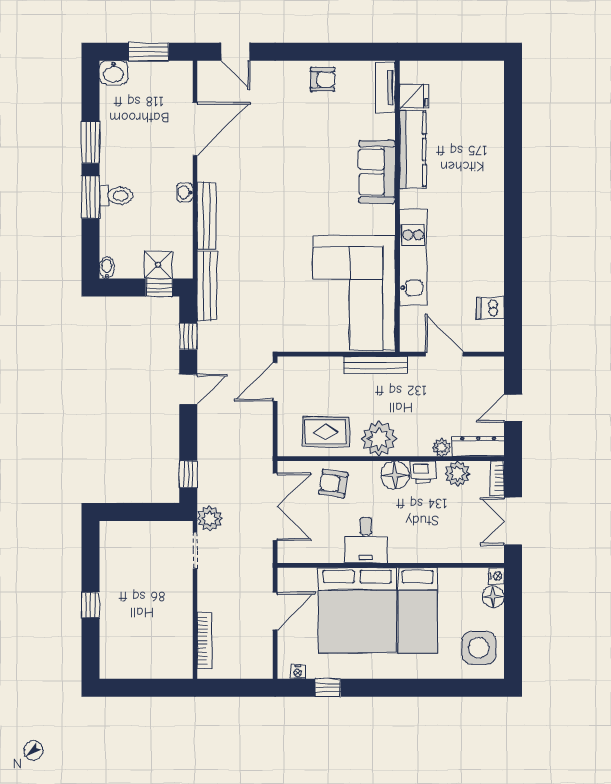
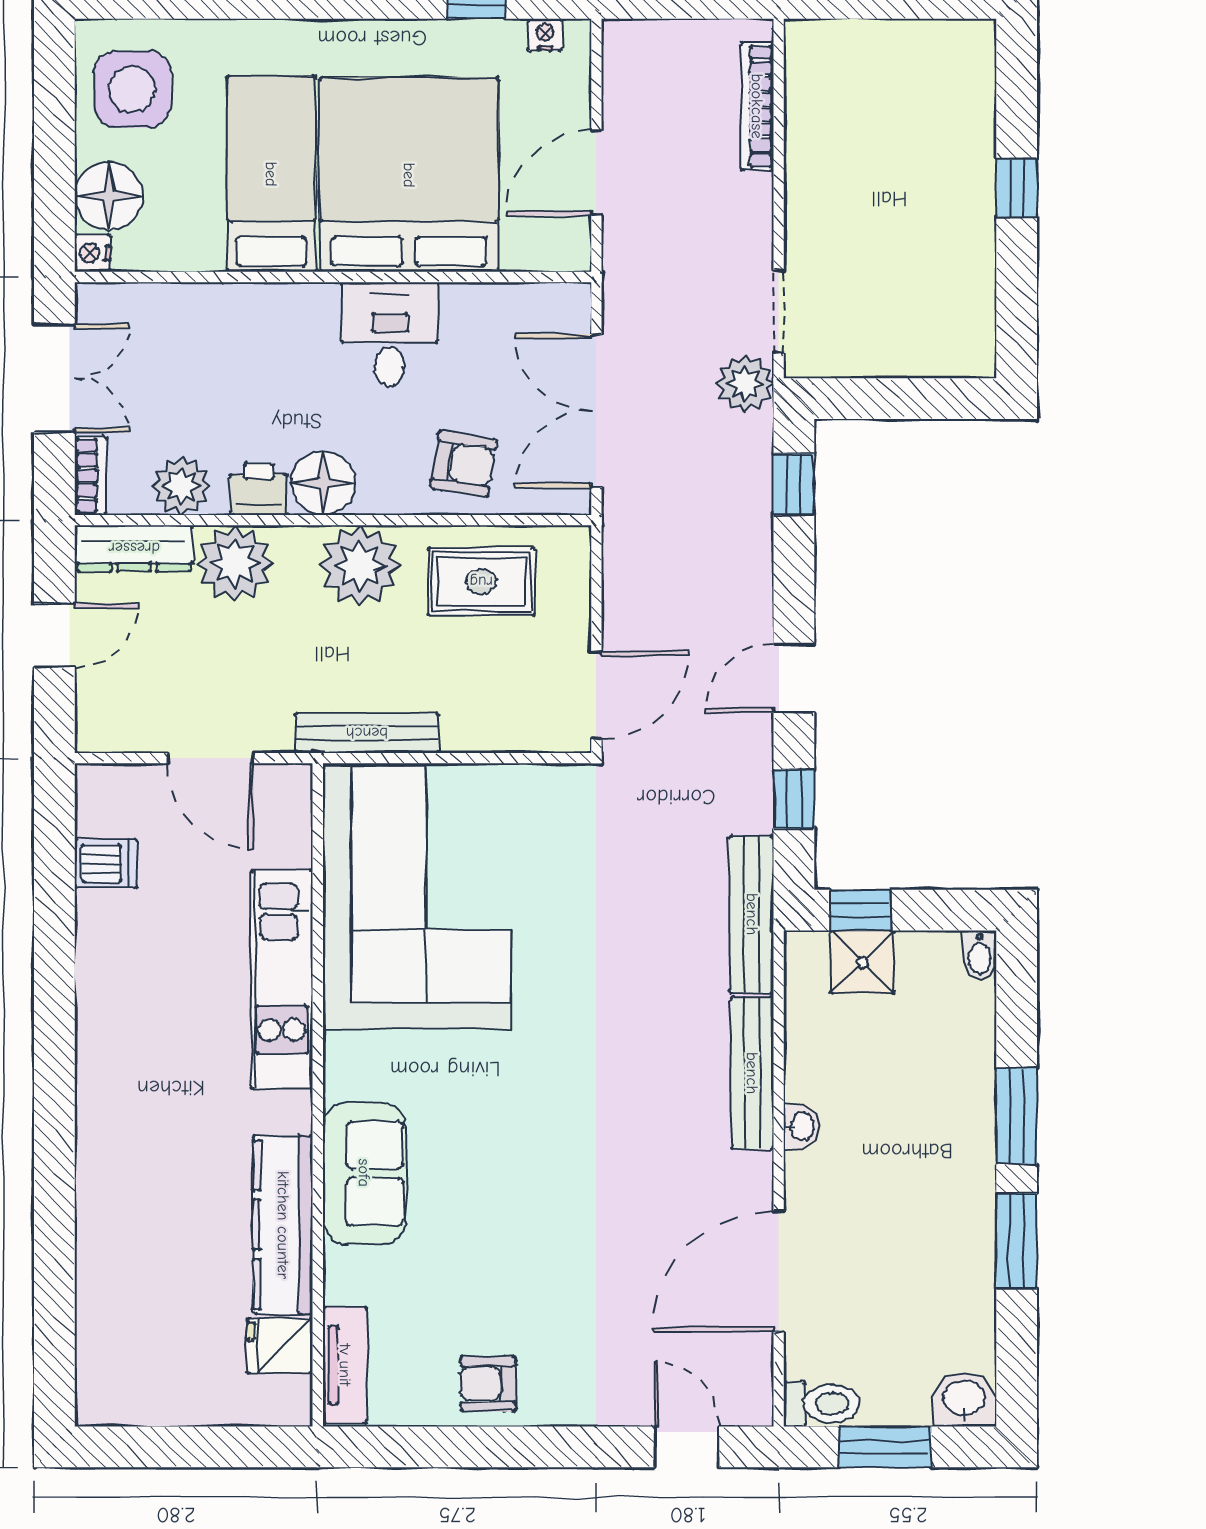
toilet: (116, 196) -> (822, 1404), moved, turned 180
plant: (441, 448) -> (235, 563), width x1.88, depth x1.88
floor lamp: (493, 597) -> (109, 196), width x1.38, depth x1.38

